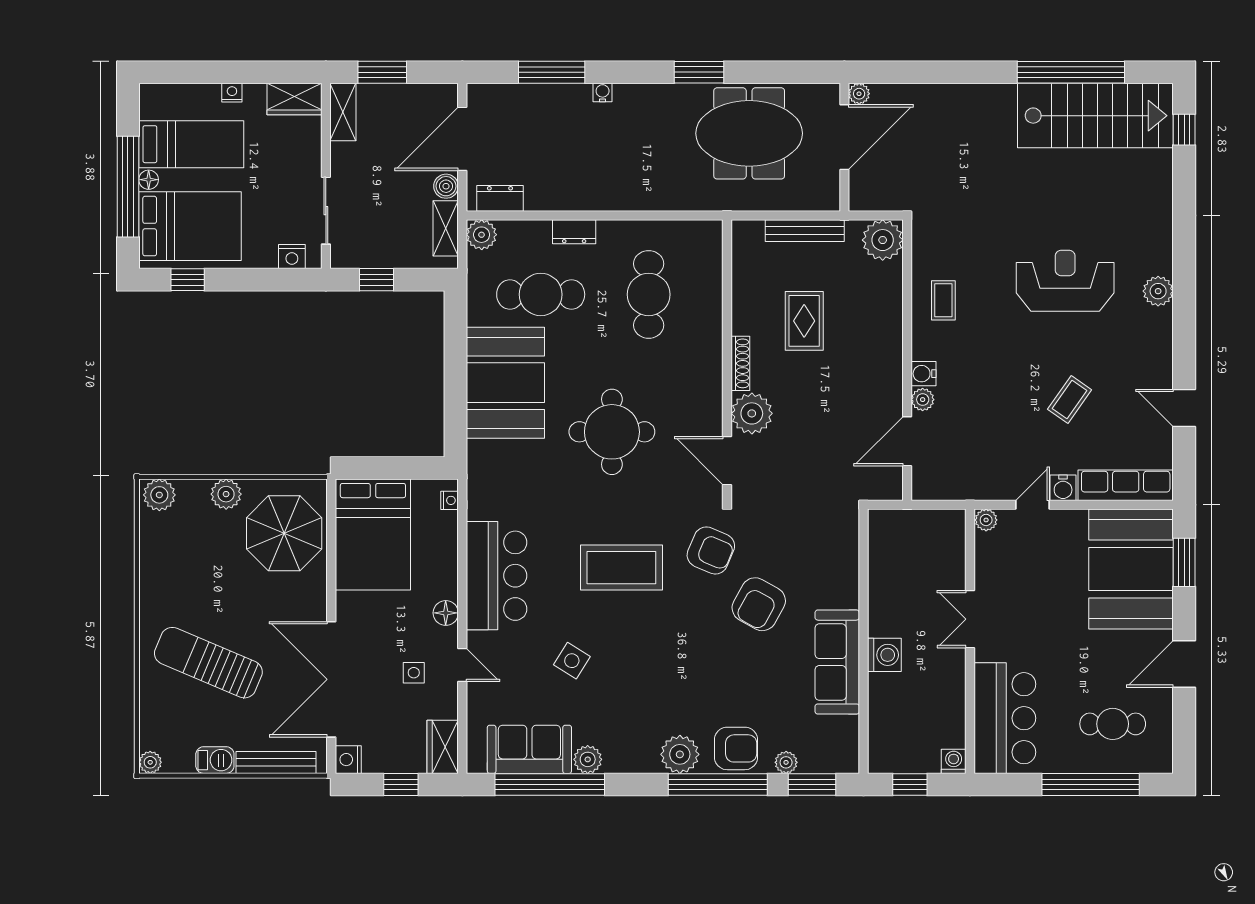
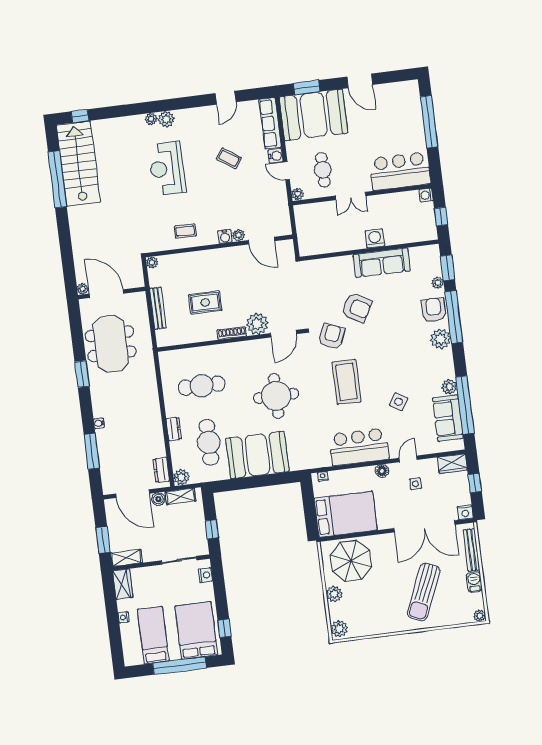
floor lamp: (149, 180) -> (175, 655), removed
plant: (883, 240) -> (152, 262), width x0.53, depth x0.53
plant: (1162, 263) -> (151, 119), added
cafe table: (1113, 724) -> (323, 170), moved

